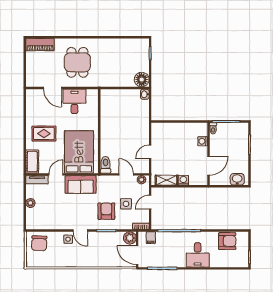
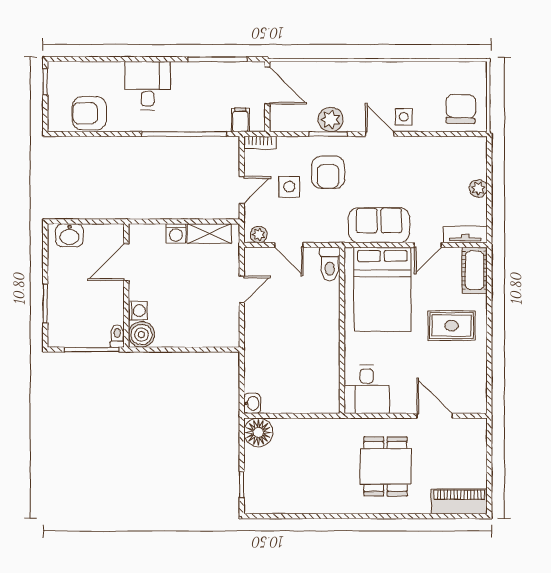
desk: (74, 101) -> (367, 389), moved
boiler: (201, 129) -> (141, 335), added
plant: (130, 238) -> (331, 120), moved

